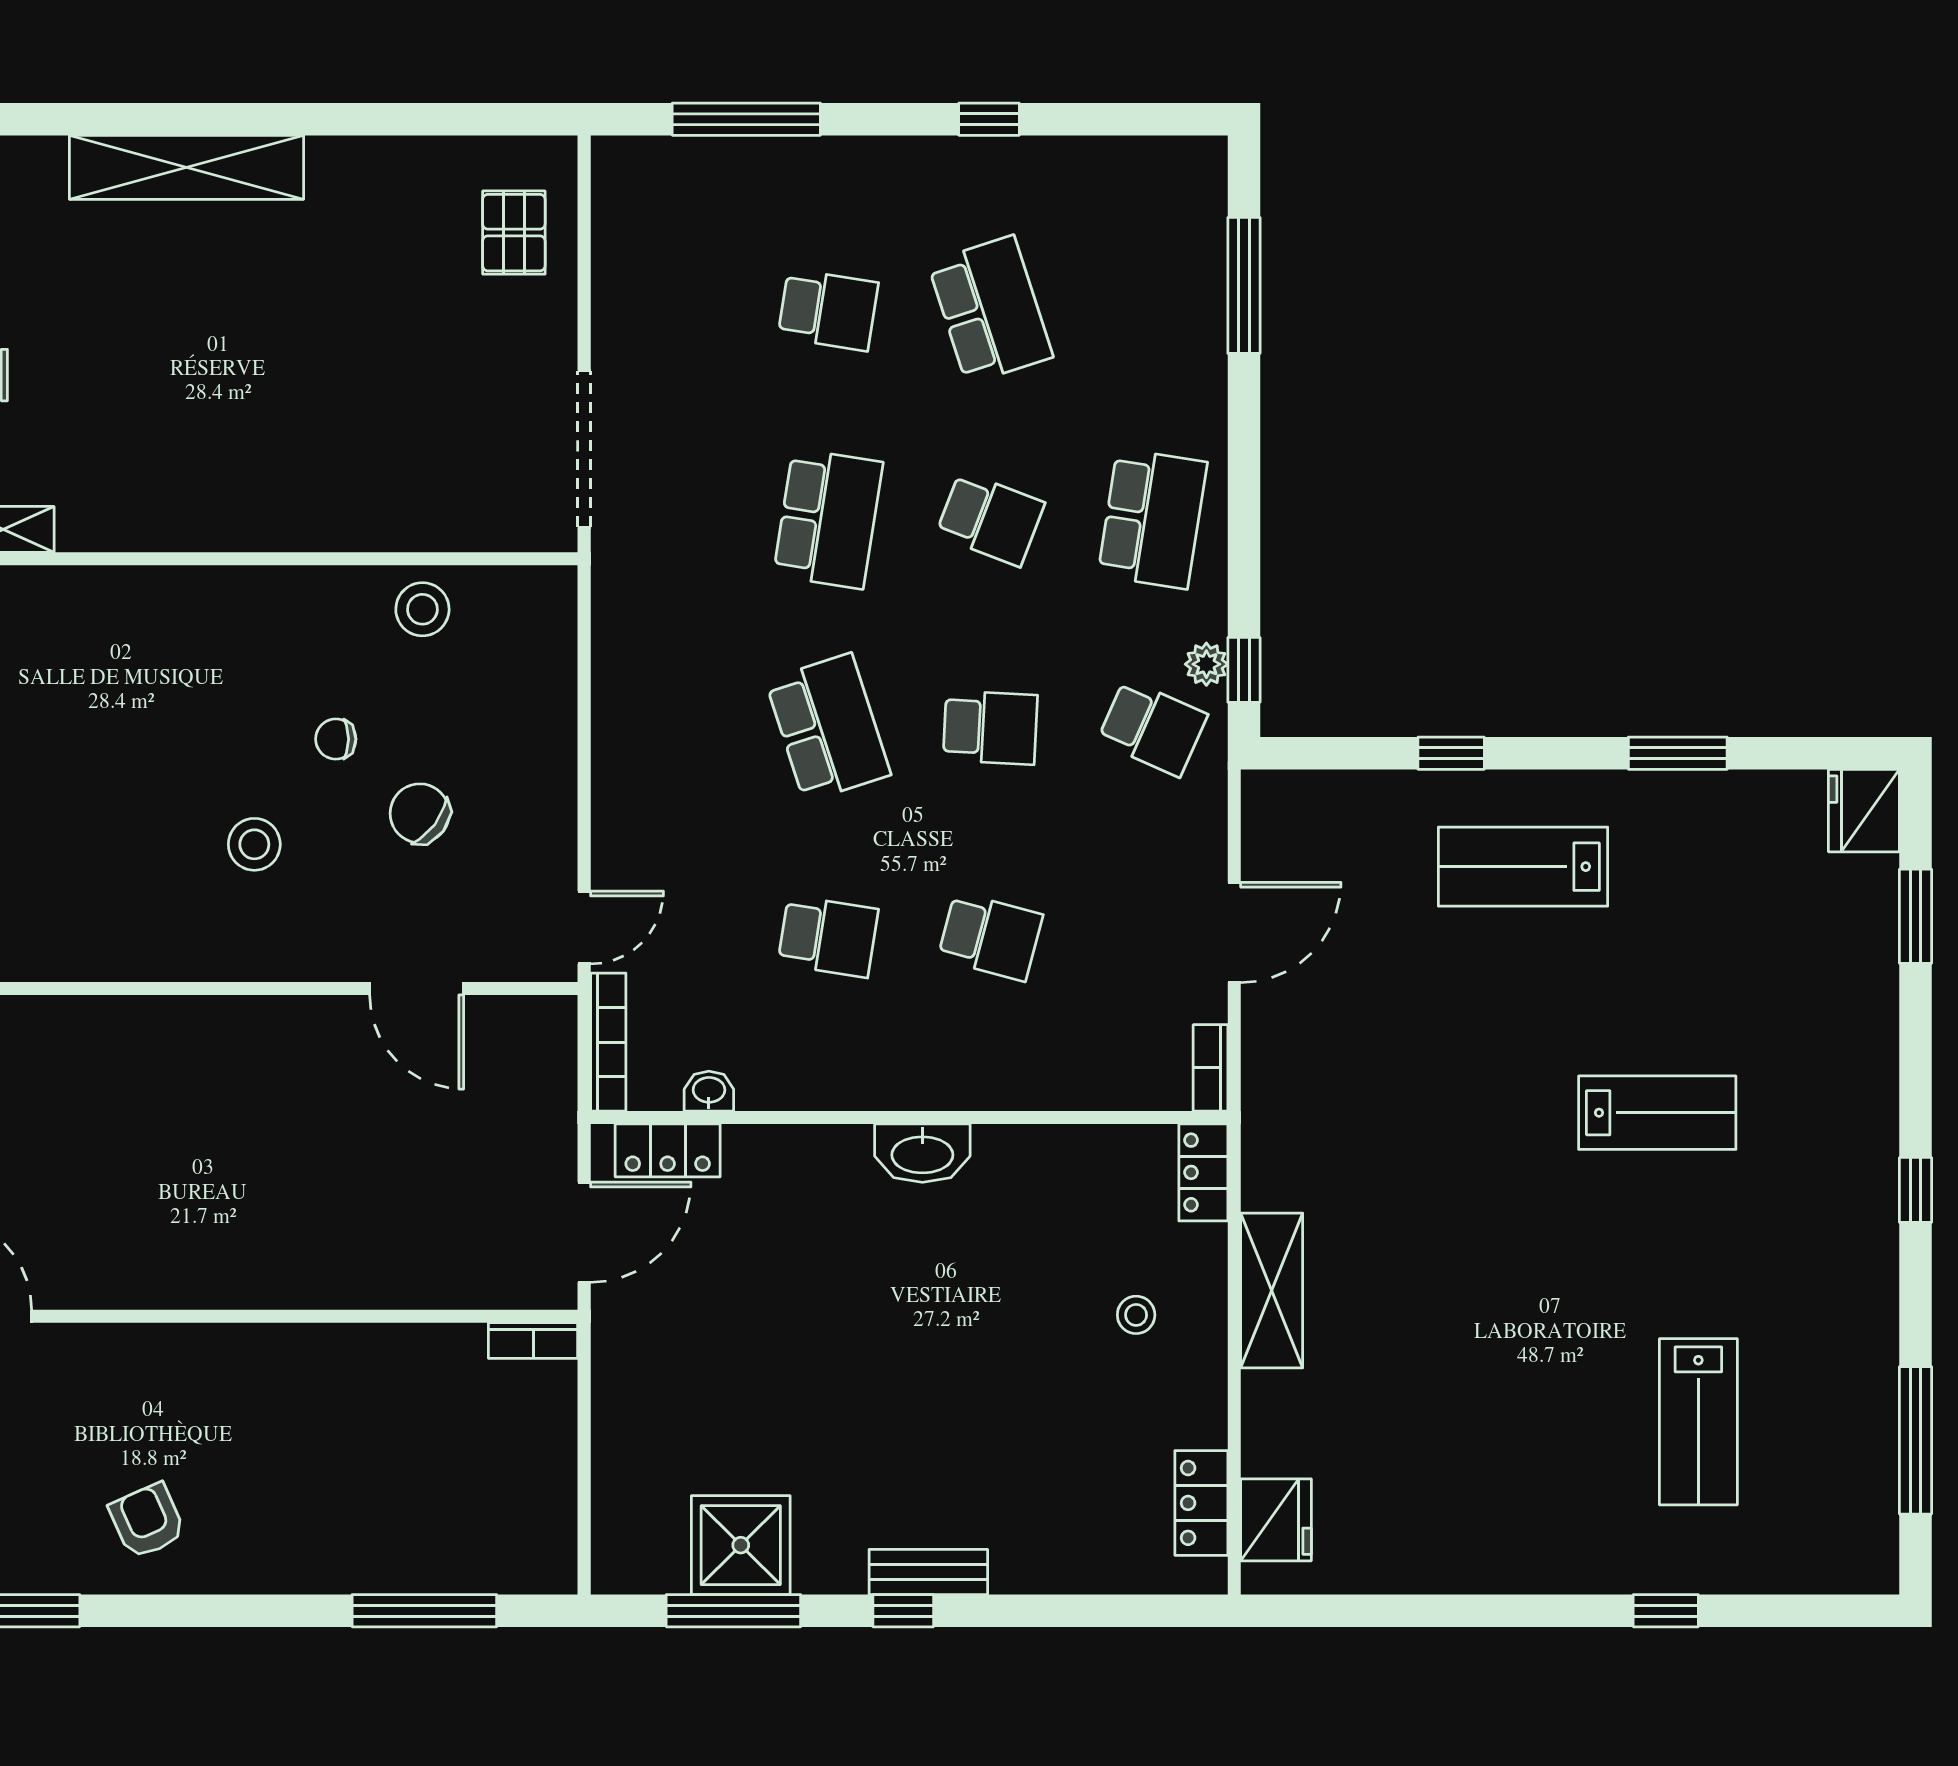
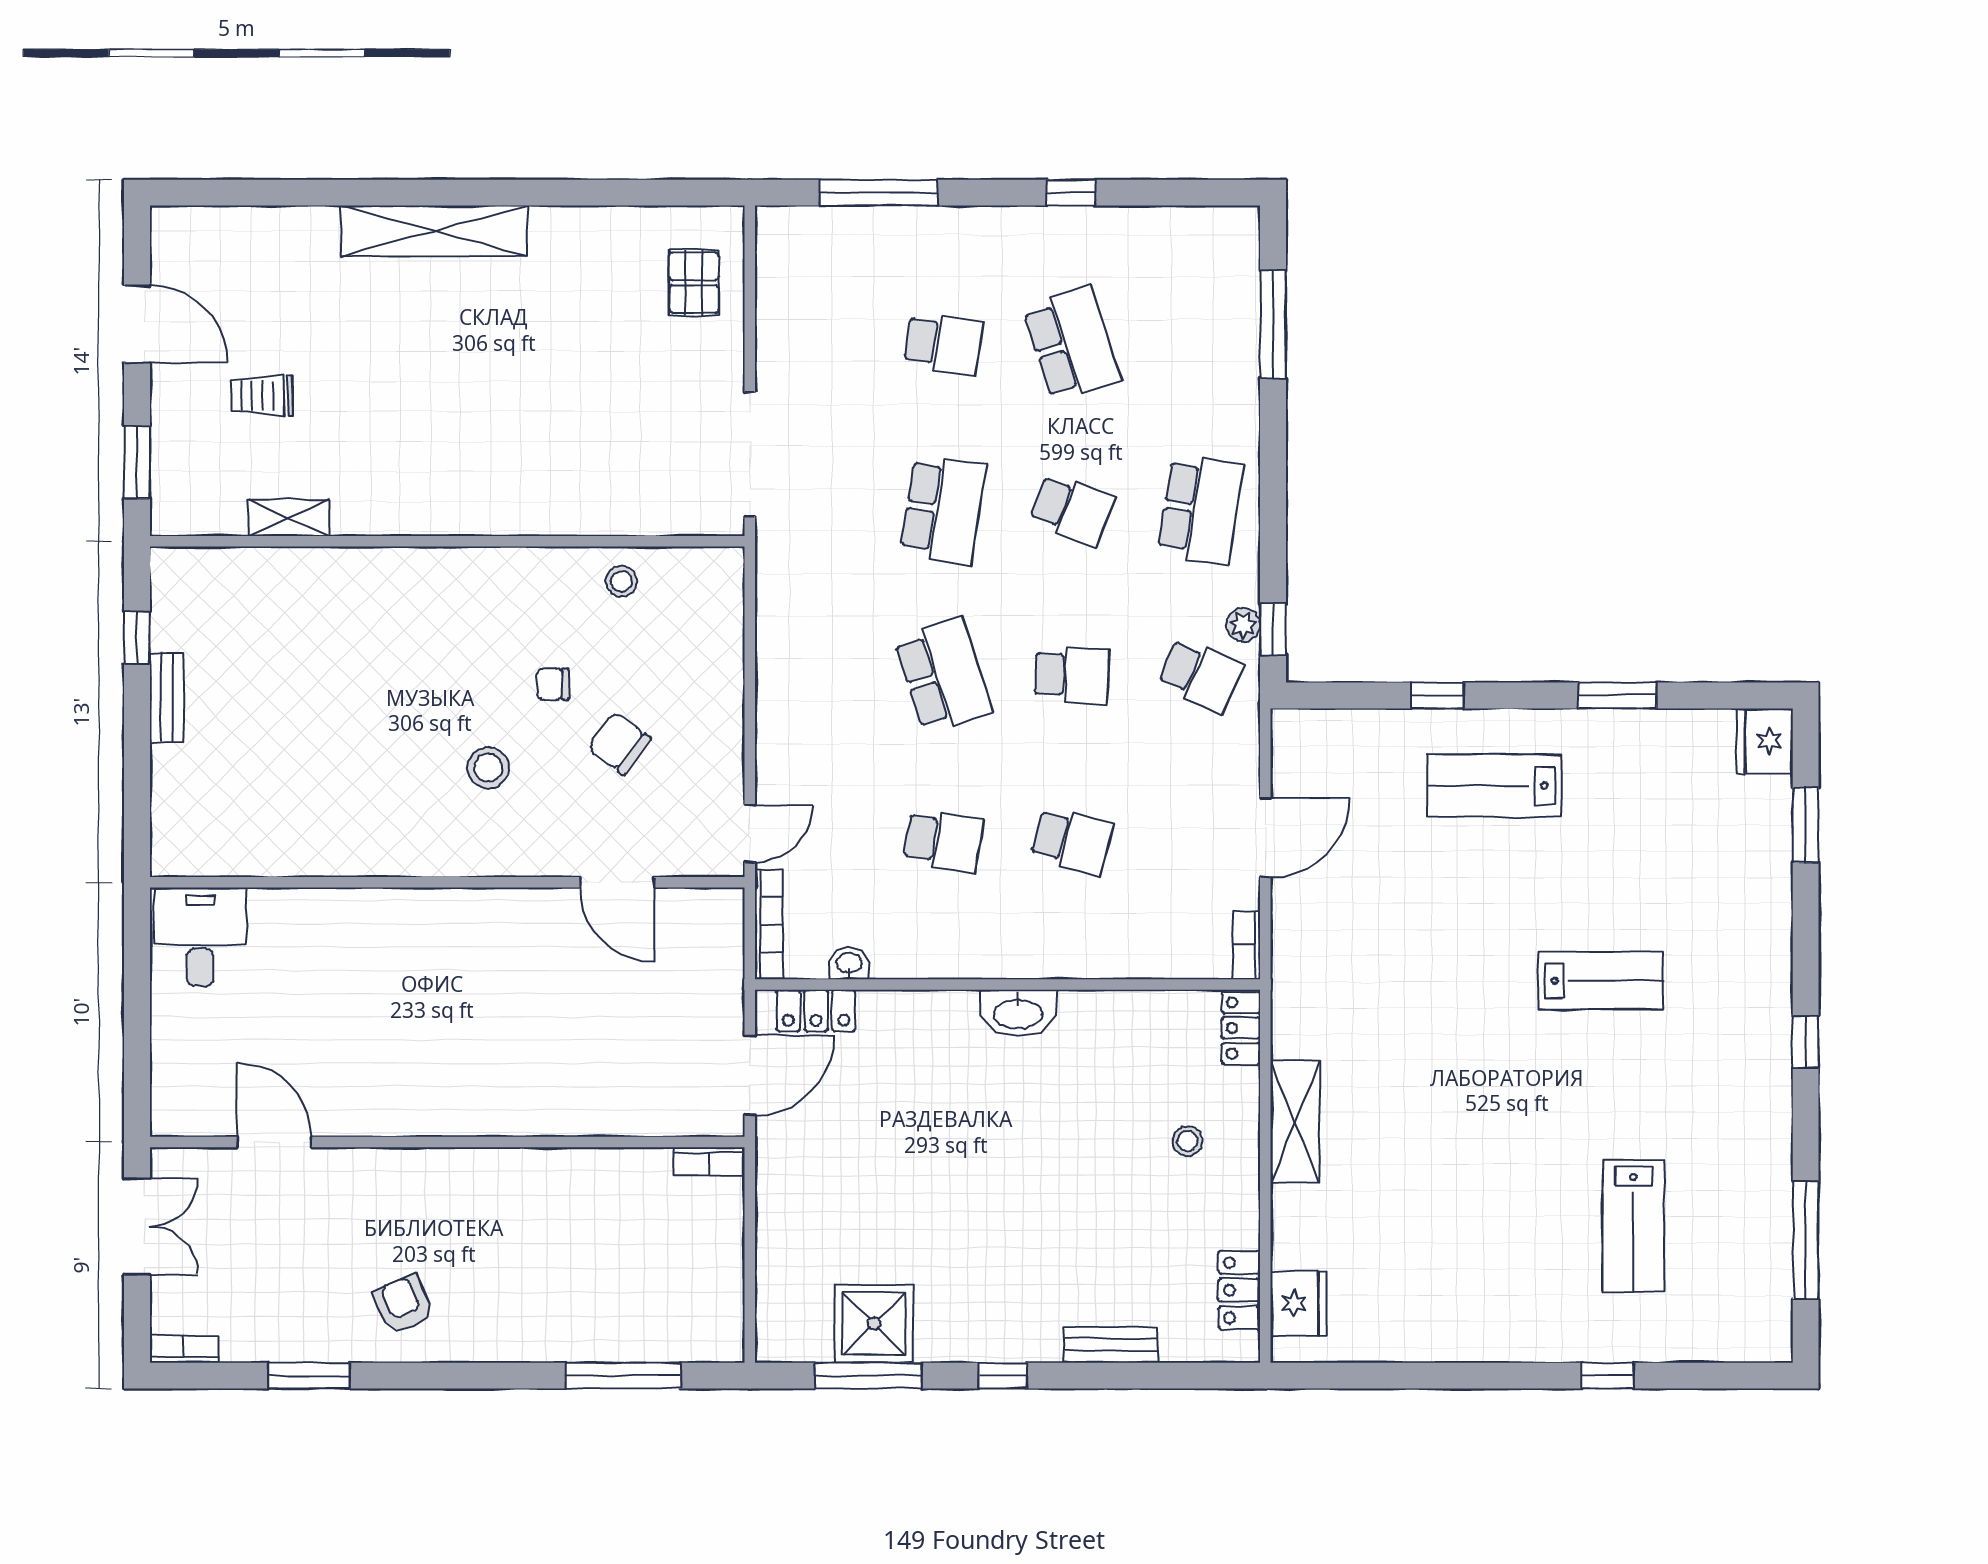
stool: (422, 609) -> (622, 581), width x0.73, depth x0.73
bench: (928, 1572) -> (1111, 1345), moved

